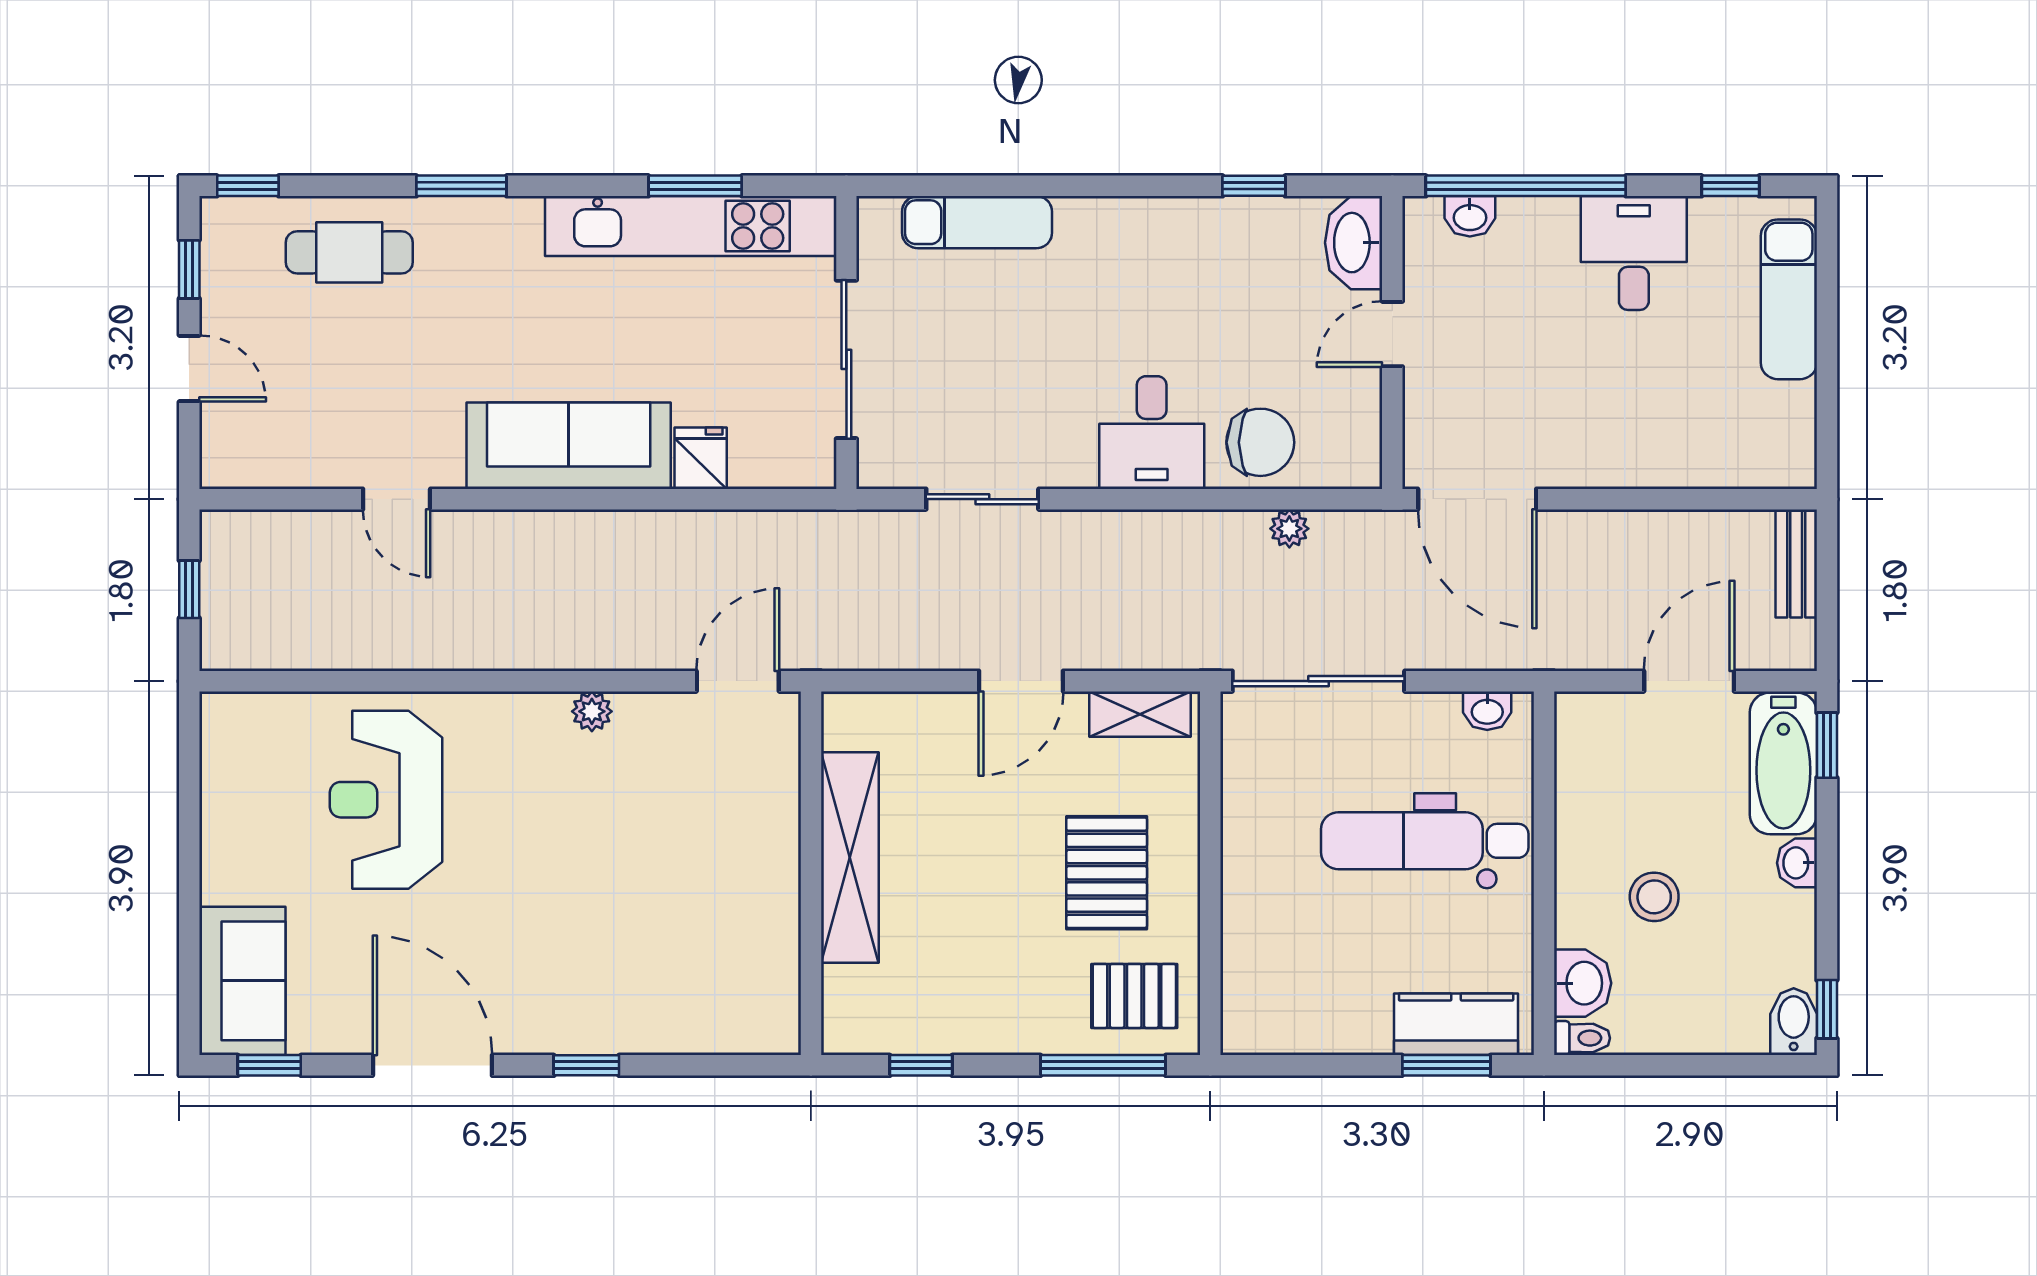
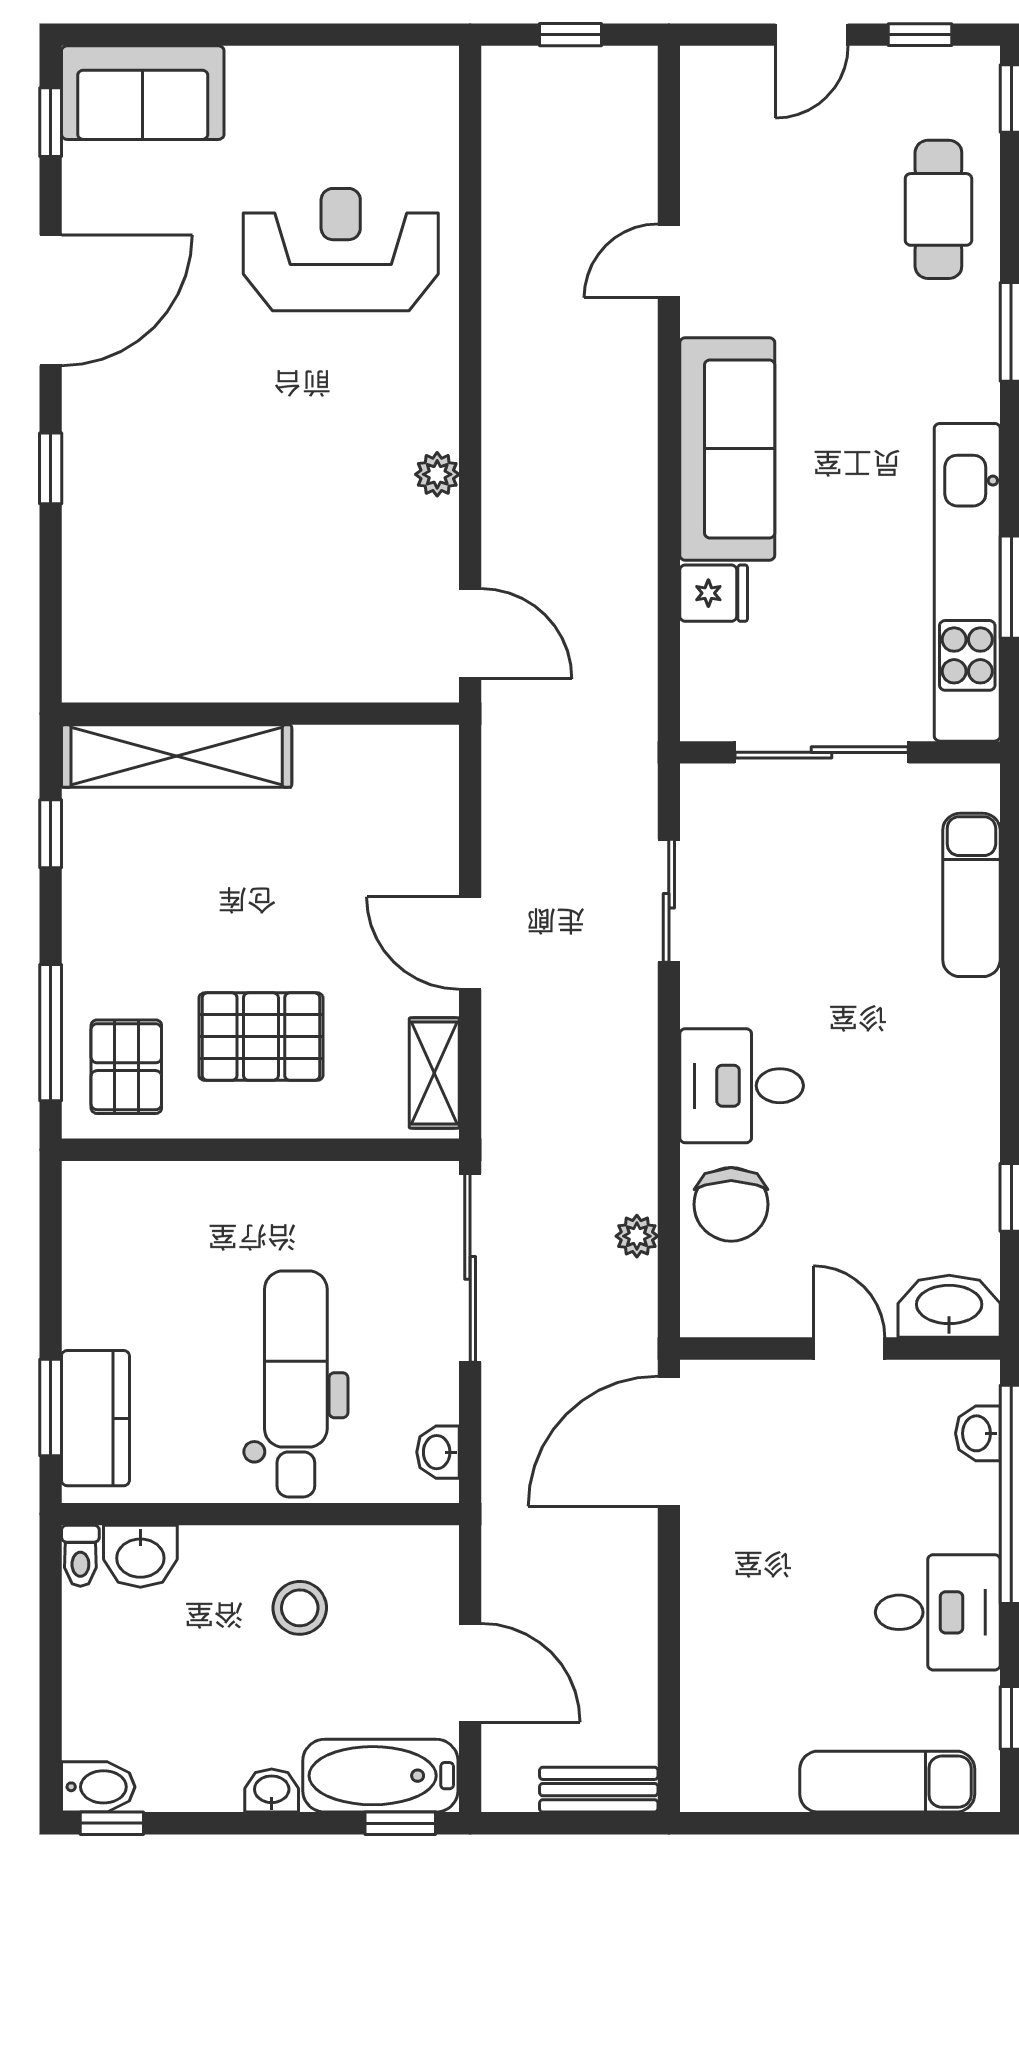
shelving: (850, 858) -> (177, 756), moved
stool: (1654, 897) -> (300, 1608), moved

